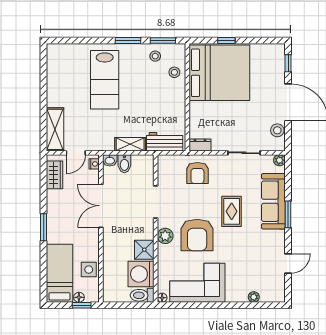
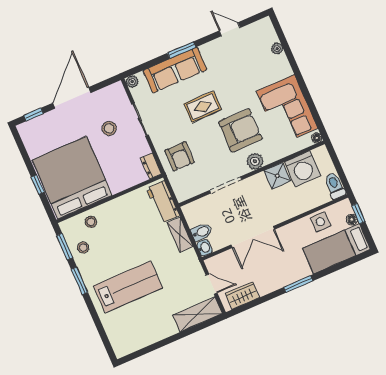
stool: (277, 130) -> (109, 128), moved
nightstand: (94, 164) -> (215, 261), removed
armchair: (197, 173) -> (180, 156), turned 90
toilet: (142, 295) -> (335, 186), moved, turned 180

